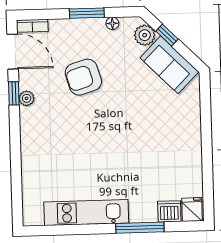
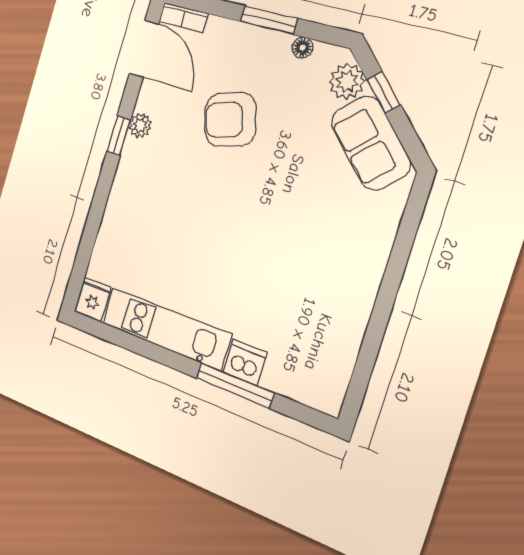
window: (14, 93) -> (119, 136), moved
fridge: (192, 210) -> (93, 300), moved
dishwasher: (169, 211) -> (245, 363), moved

